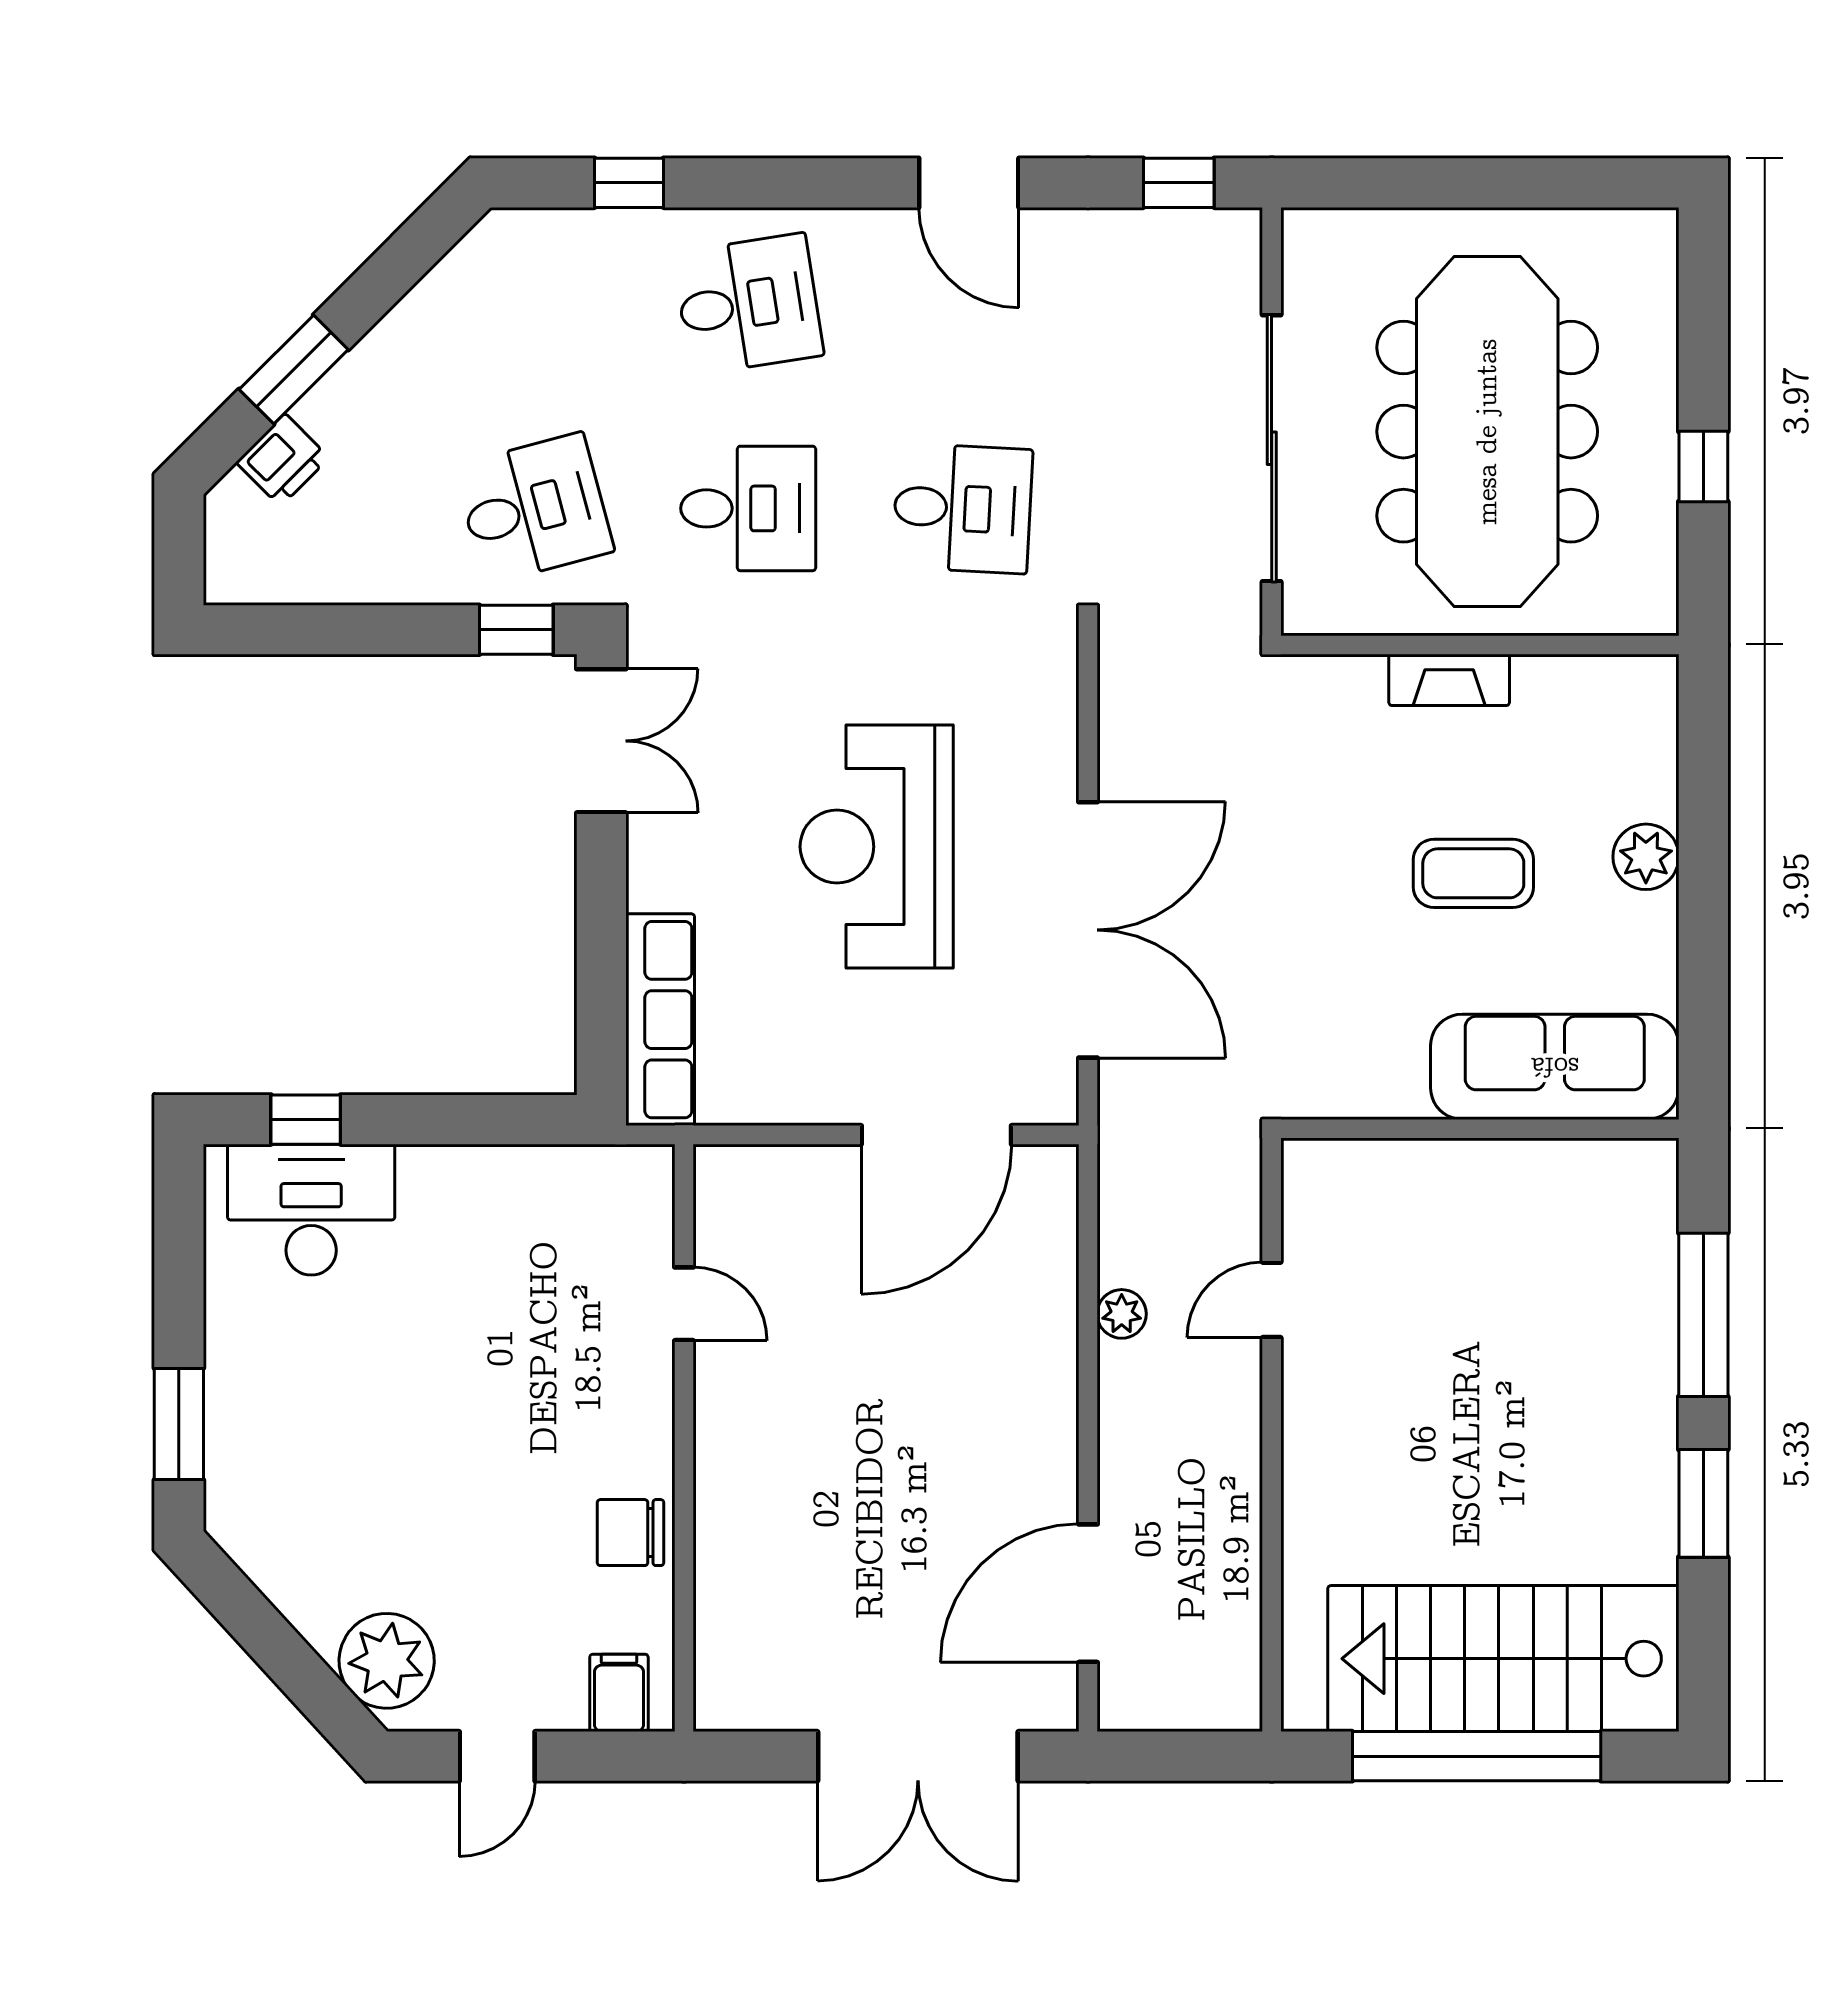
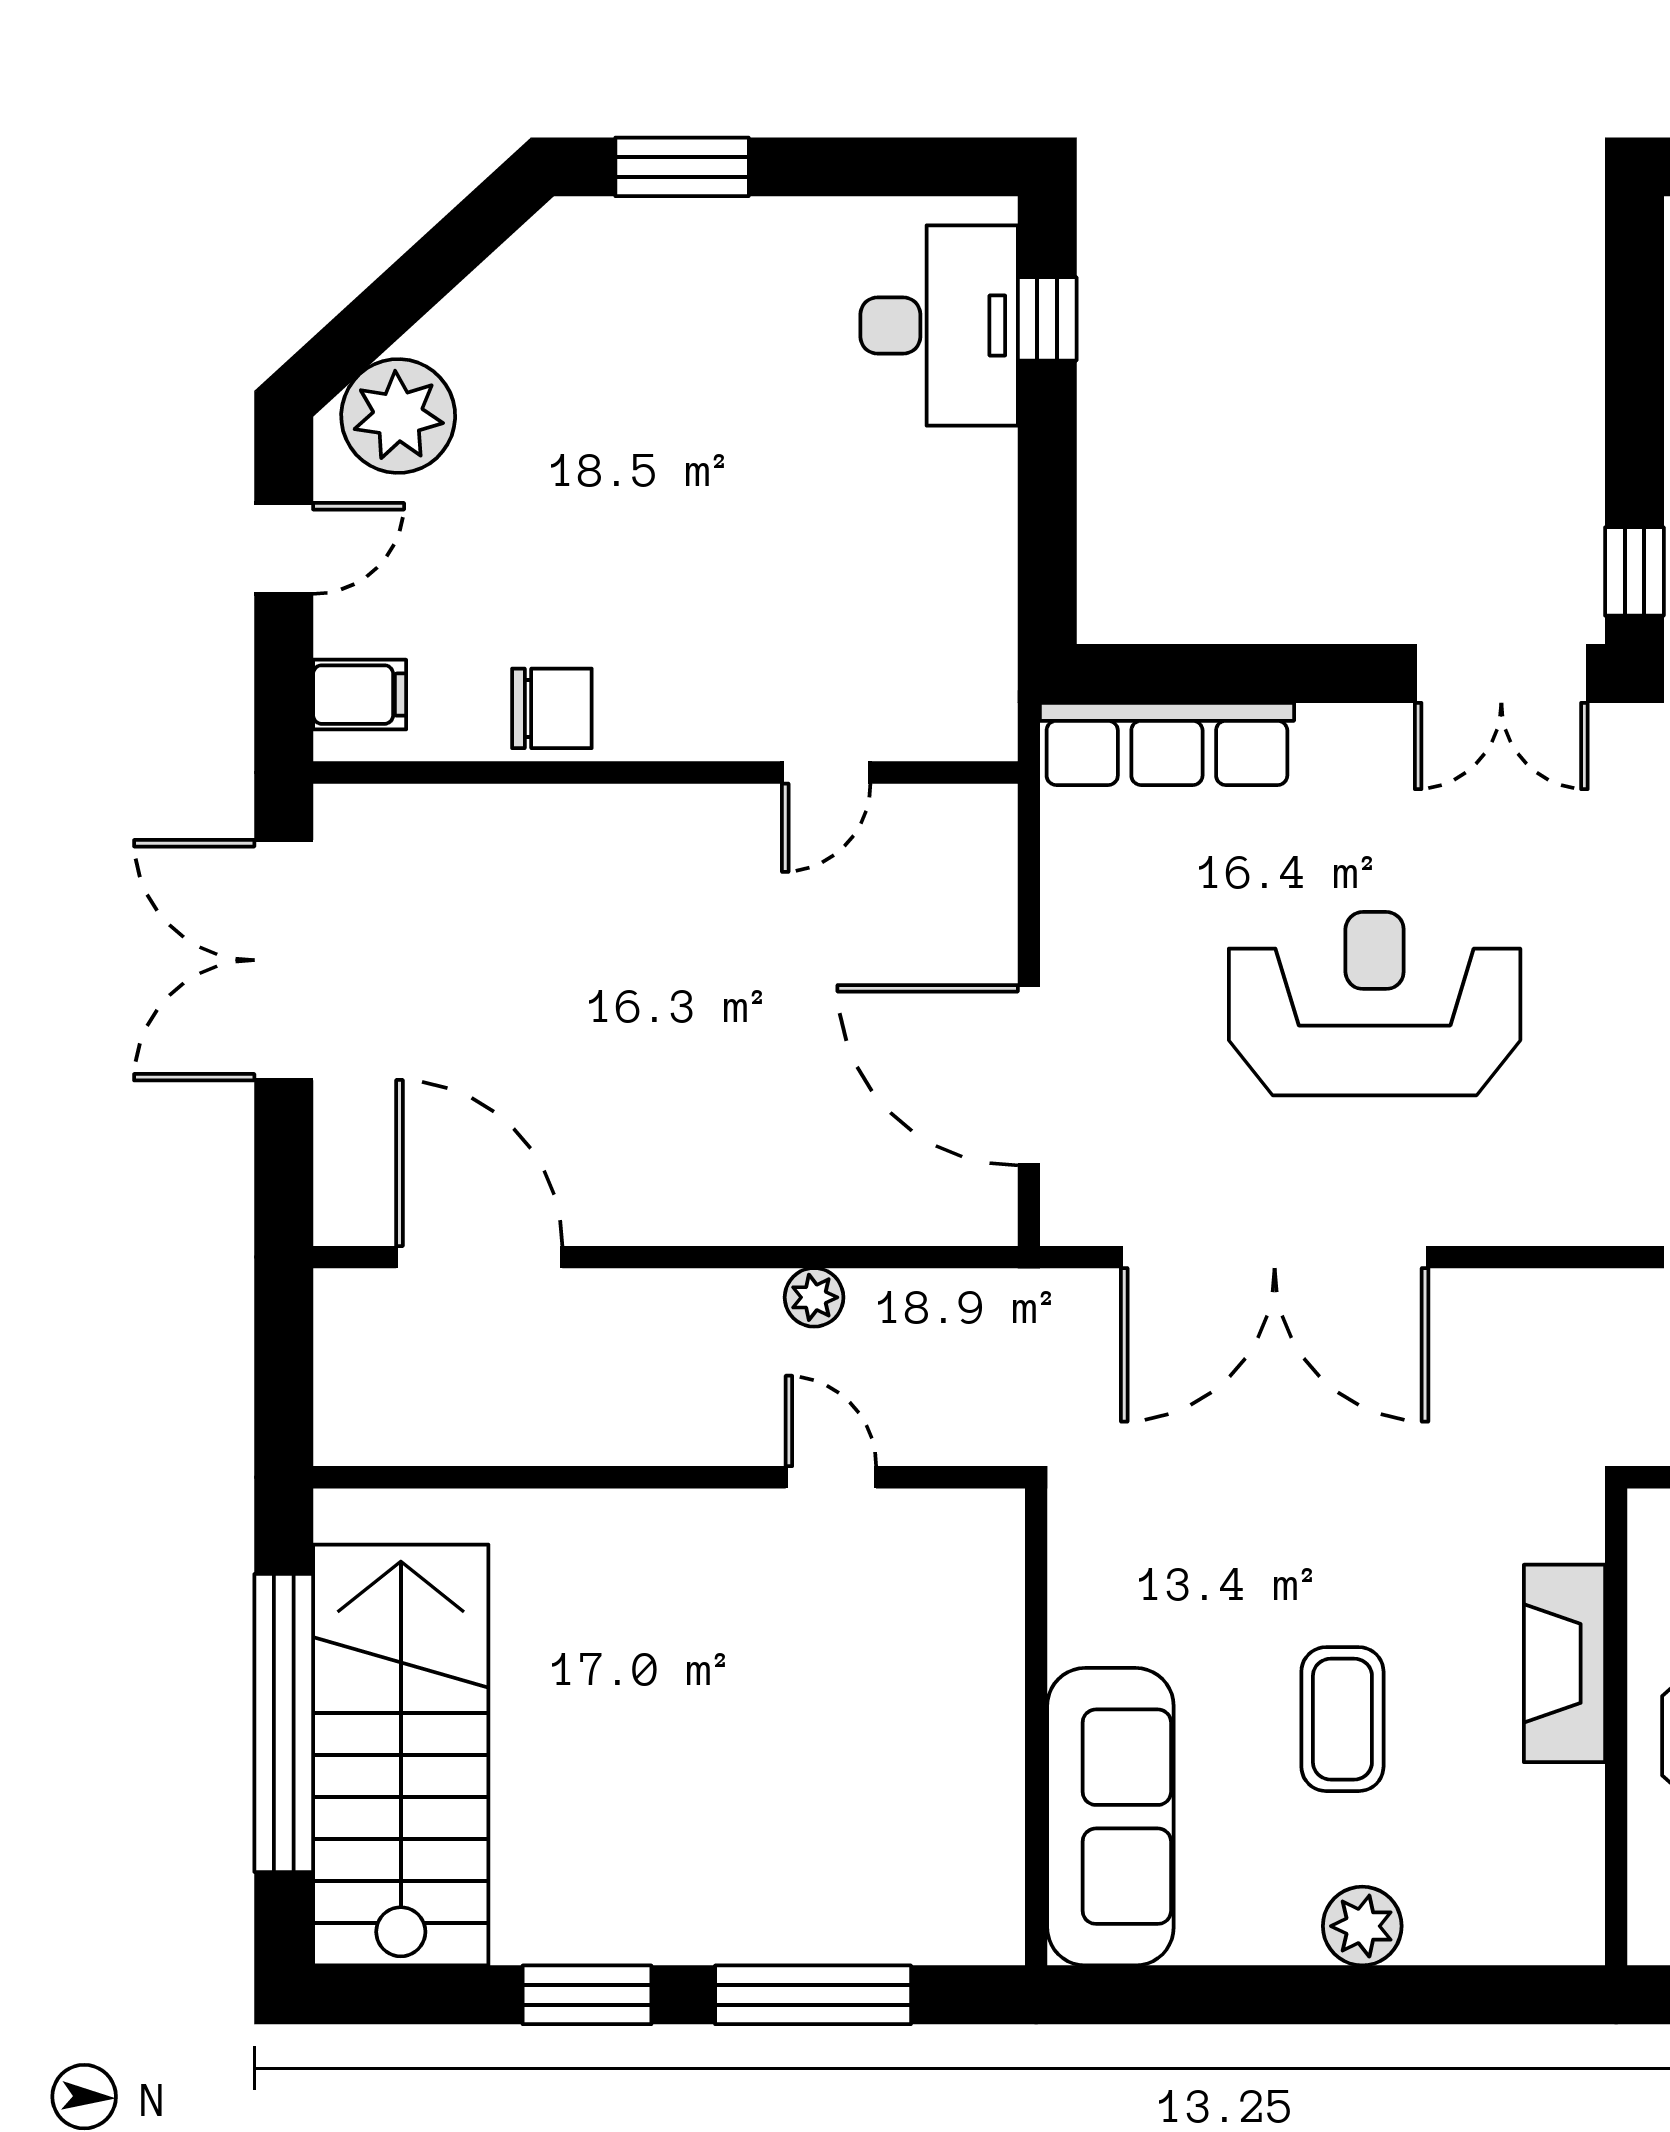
fireplace: (1449, 680) -> (1564, 1663), width x1.37, depth x1.32
chair: (630, 1533) -> (552, 708), turned 90
door: (497, 1756) -> (284, 548), swing flipped
double door: (918, 1756) -> (284, 960), moved

